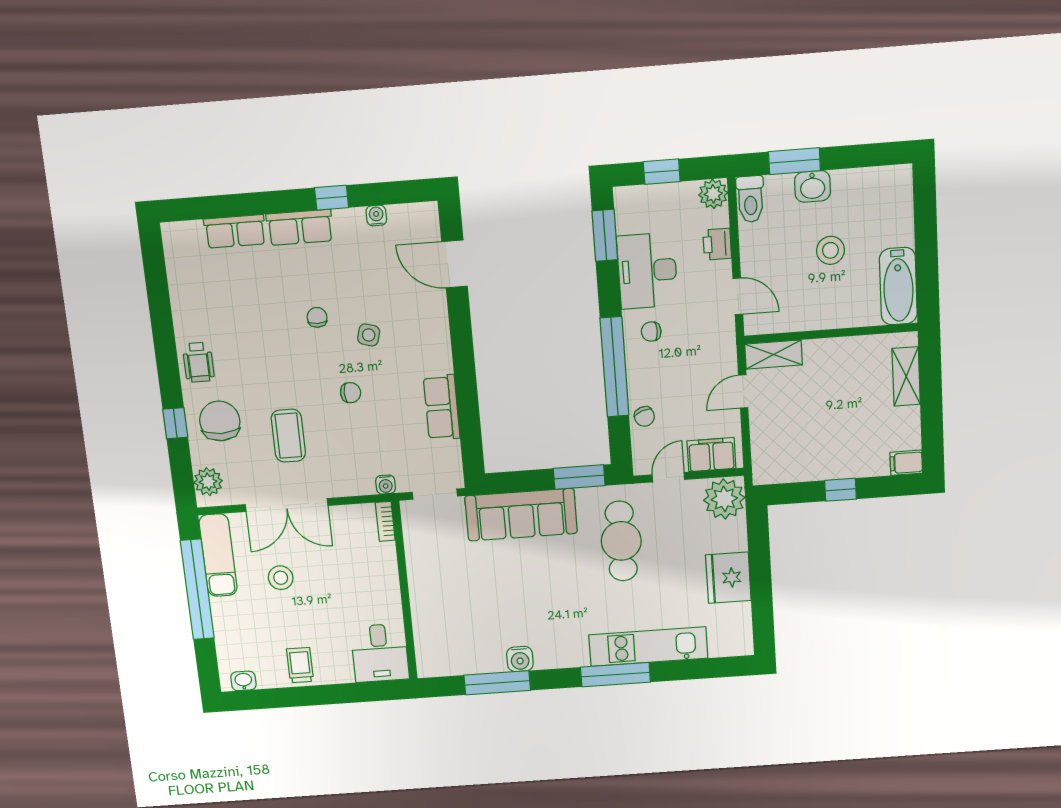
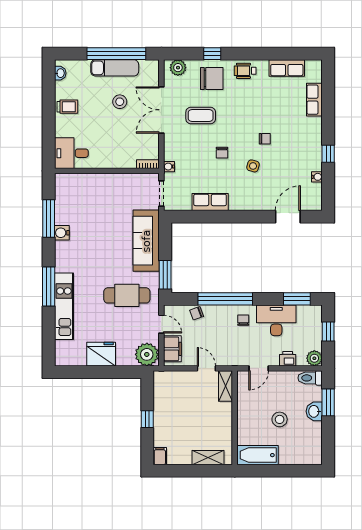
row of seats: (300, 227) -> (287, 68), moved, turned -90
exam couch: (218, 555) -> (115, 68), moved

